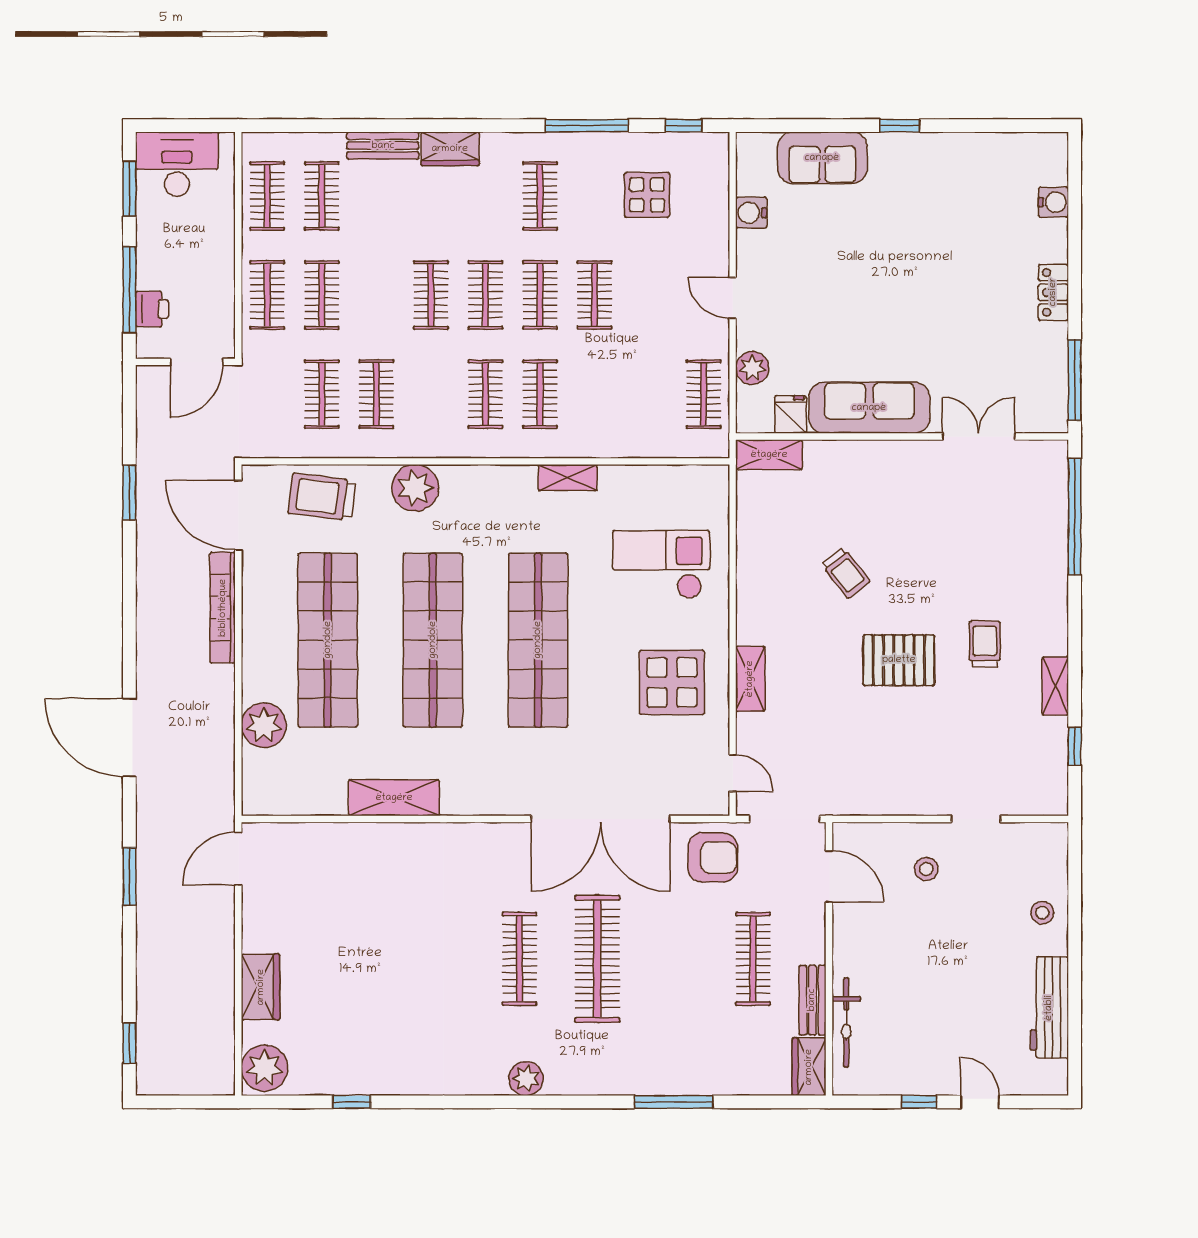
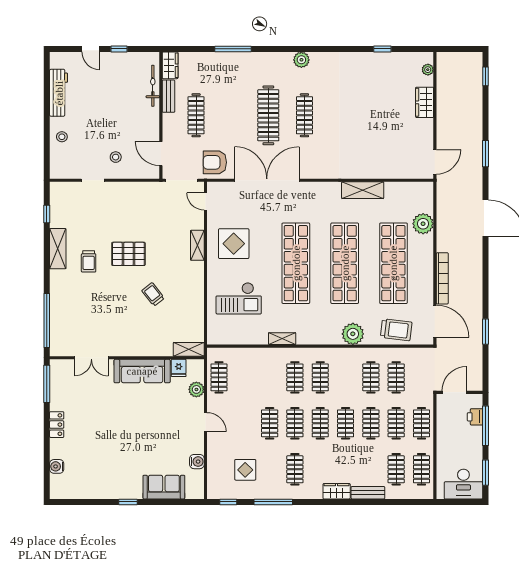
clothes rail: (376, 295) -> (371, 423), added
shelving: (1055, 686) -> (58, 249), width x1.50, depth x1.33
plant: (265, 1068) -> (428, 70), width x0.53, depth x0.53

